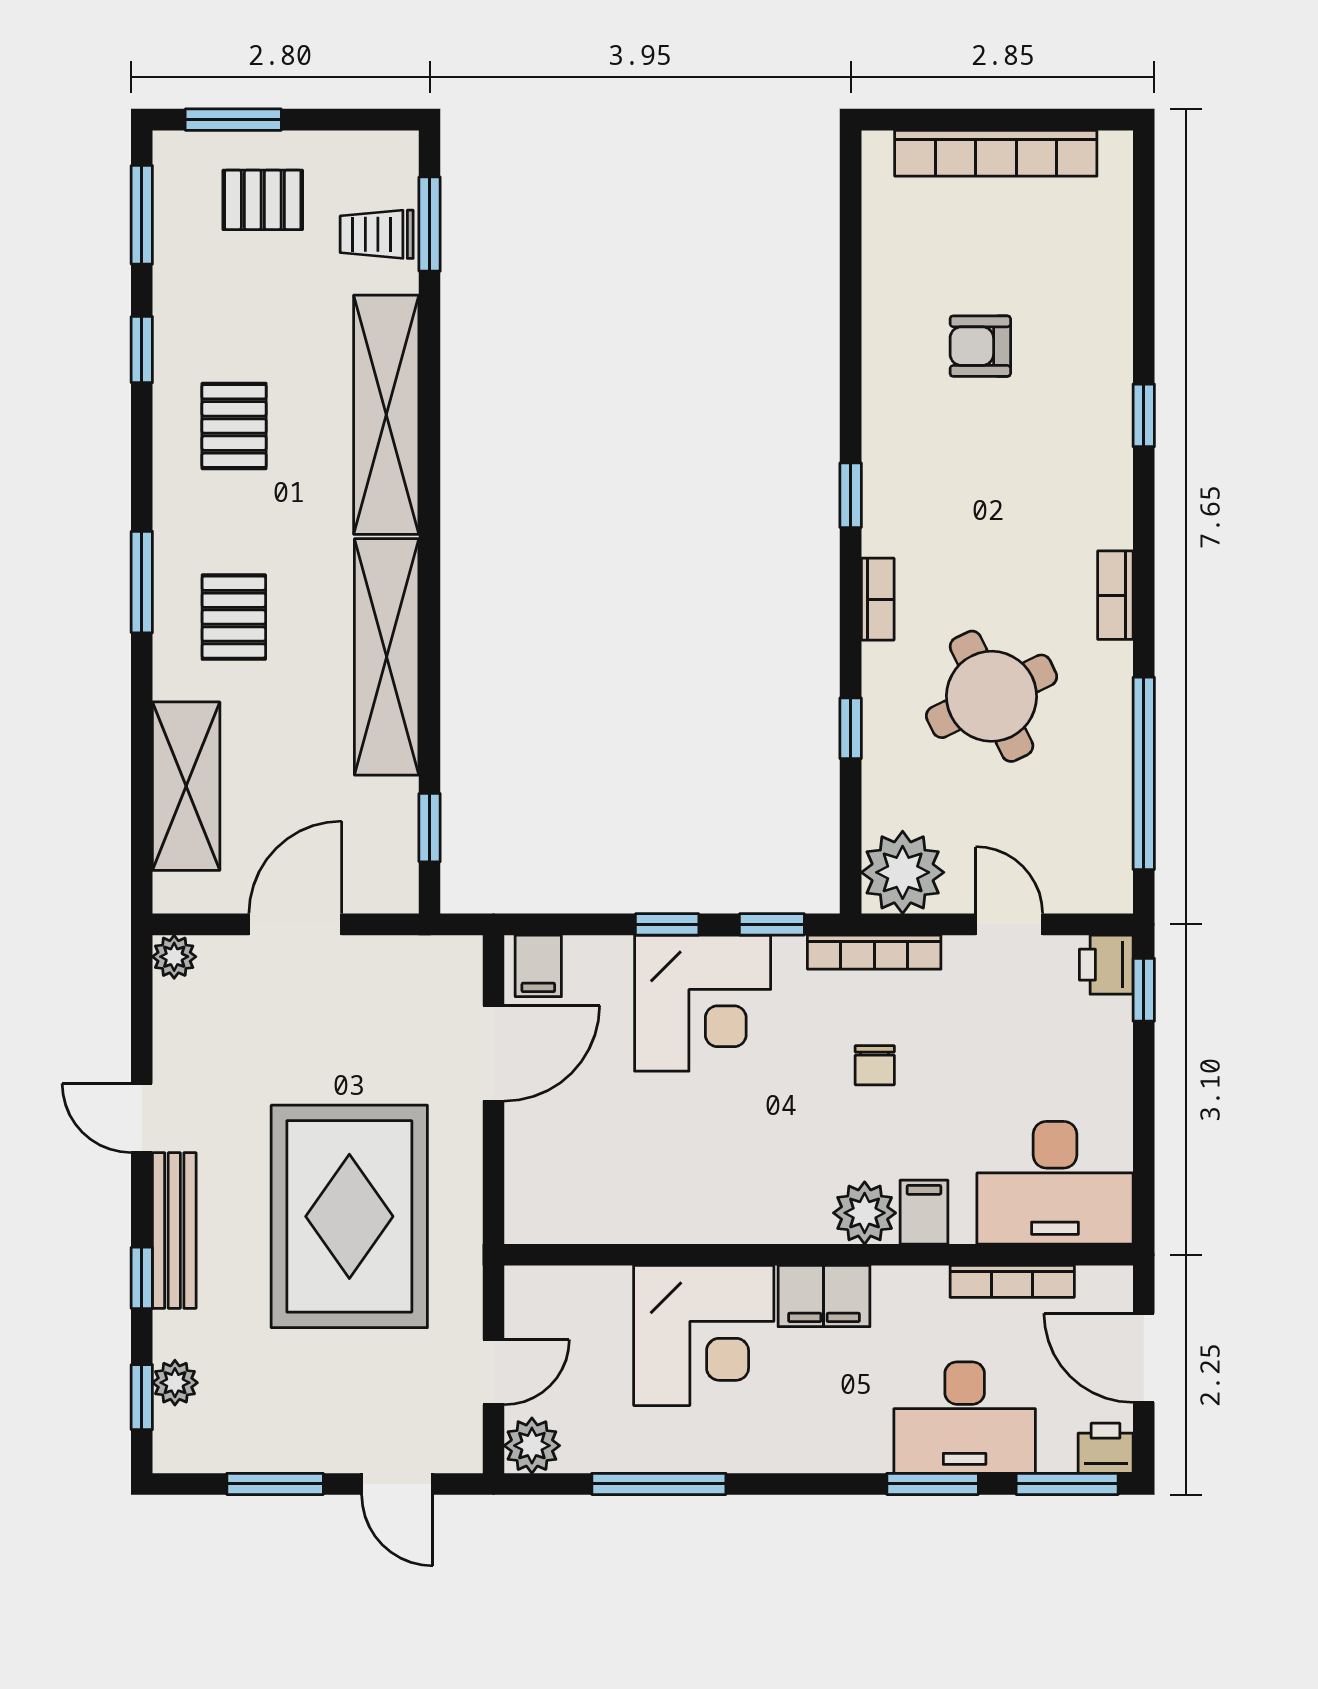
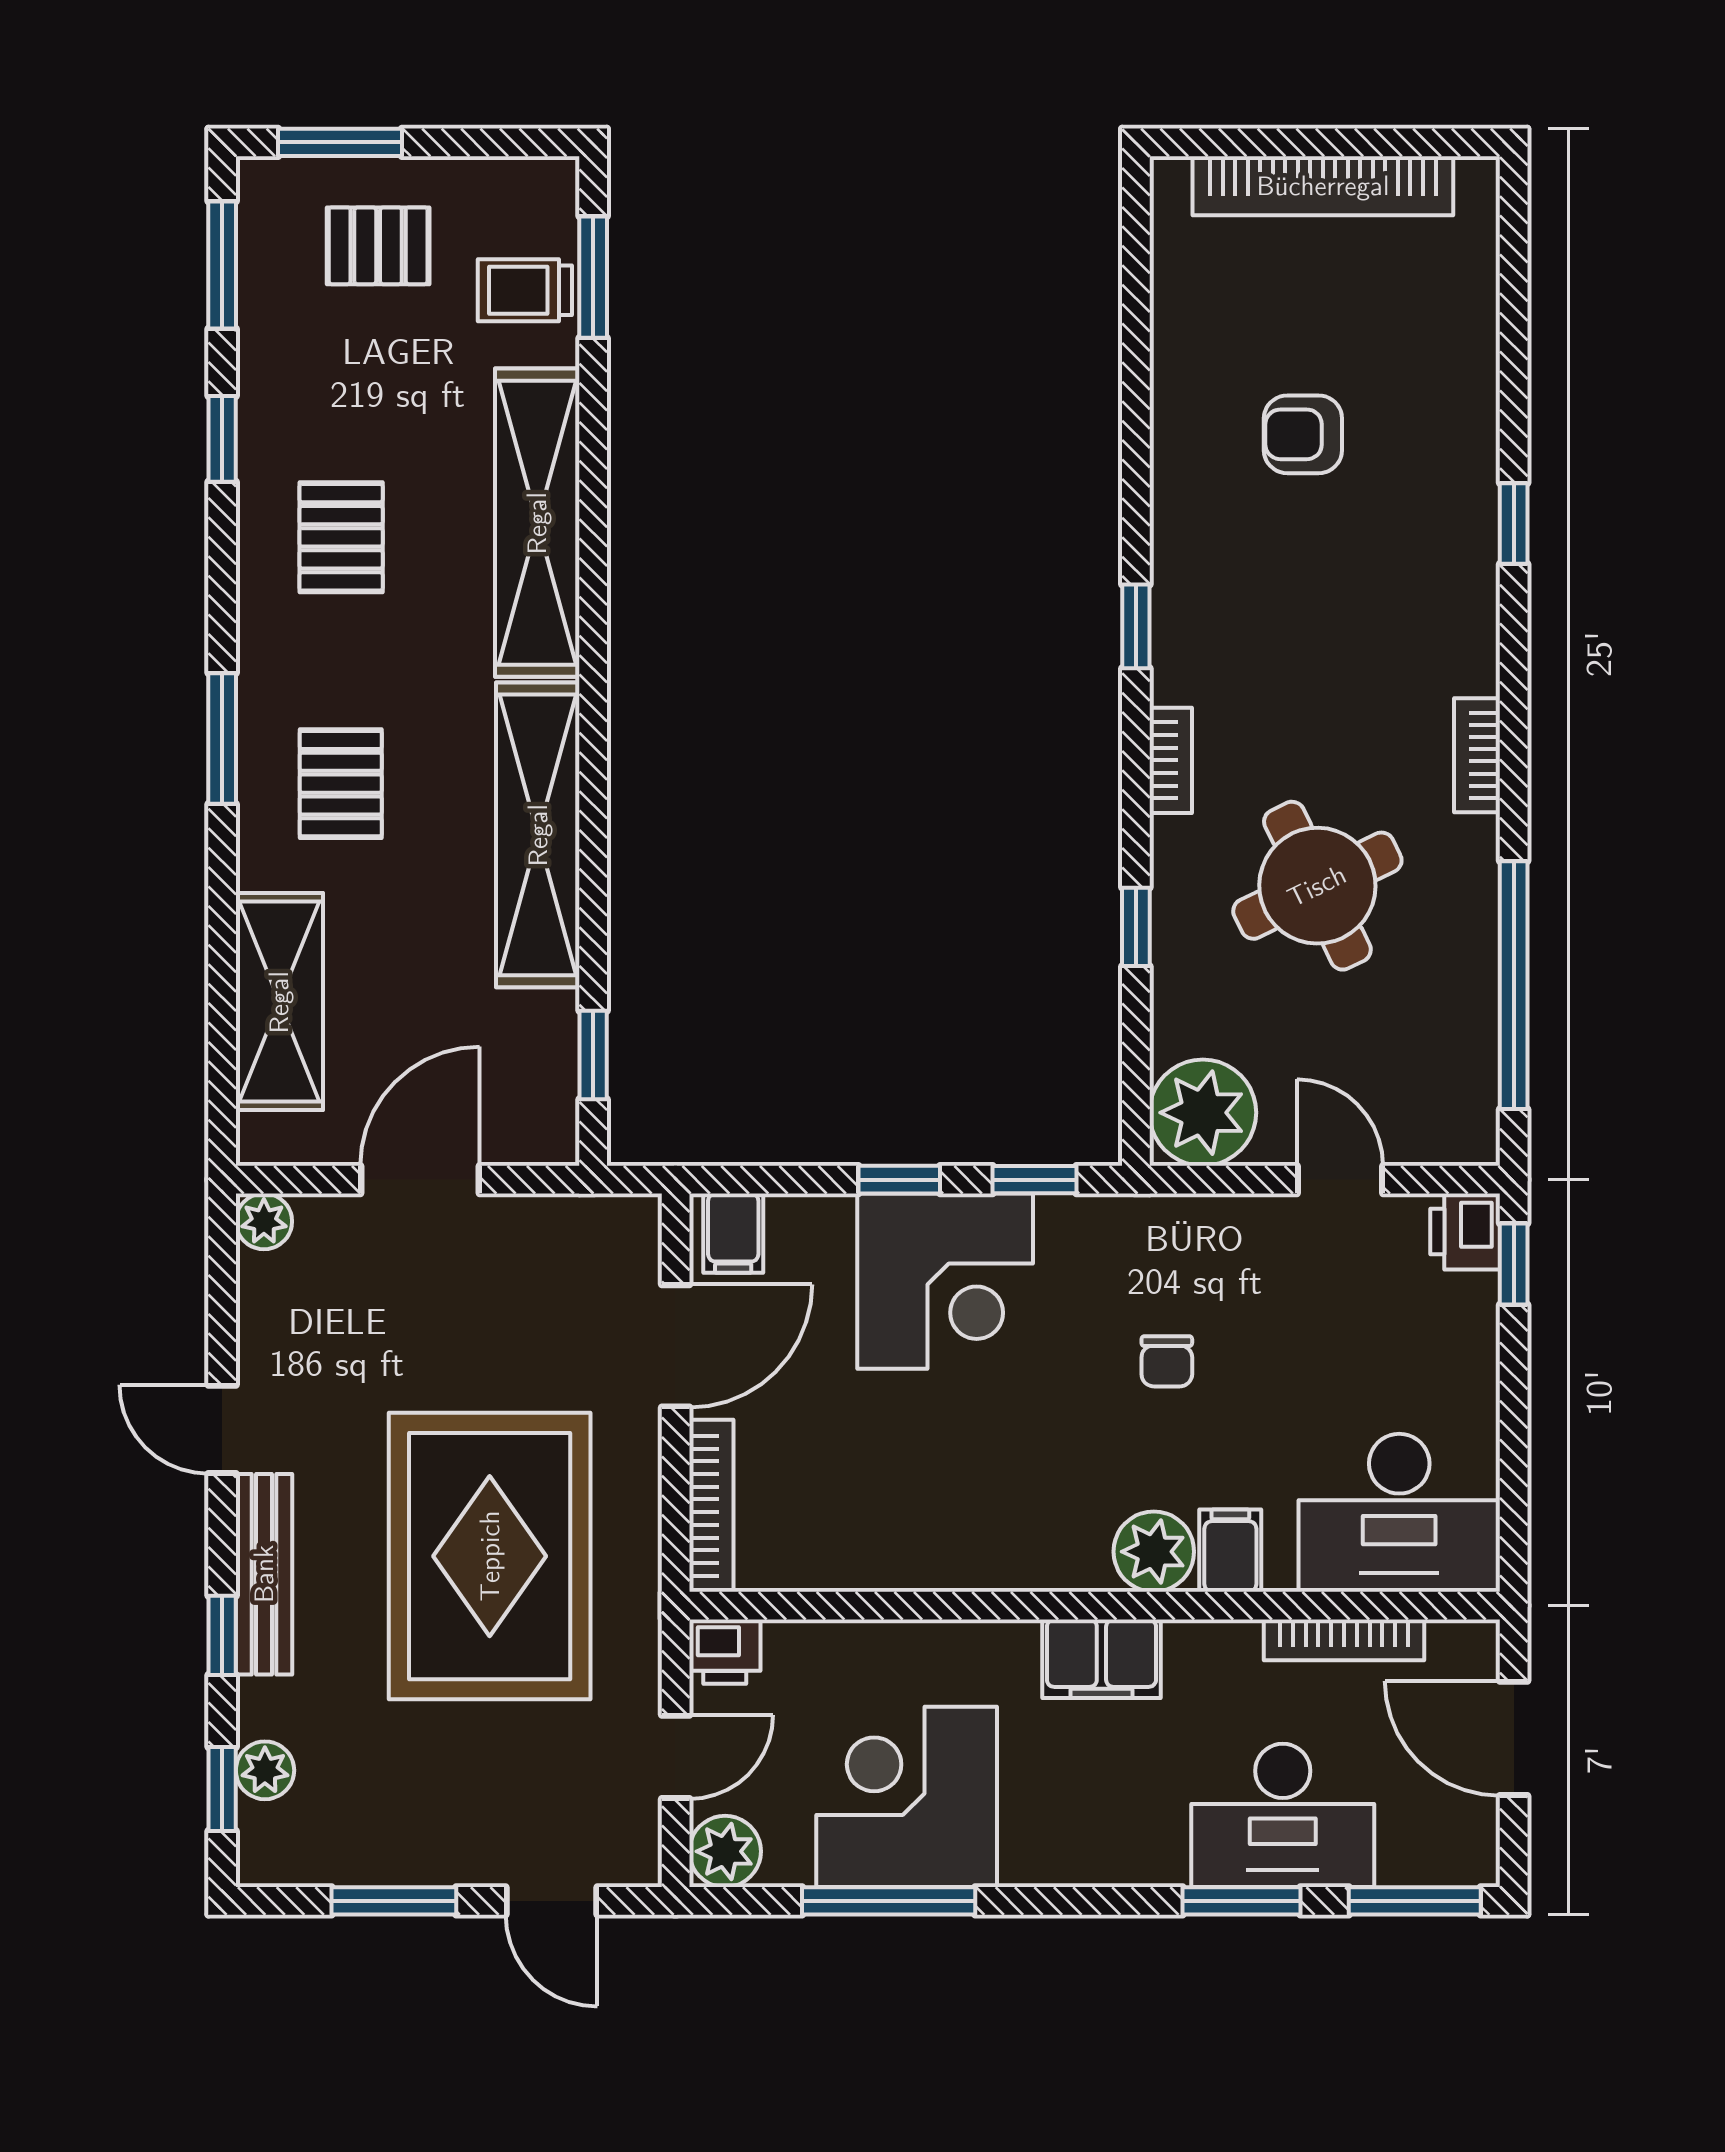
bookcase: (874, 952) -> (711, 1506), moved, turned -90
corner desk: (704, 1336) -> (907, 1797), moved, turned 180
printer: (1106, 1448) -> (725, 1652), moved, turned 180

